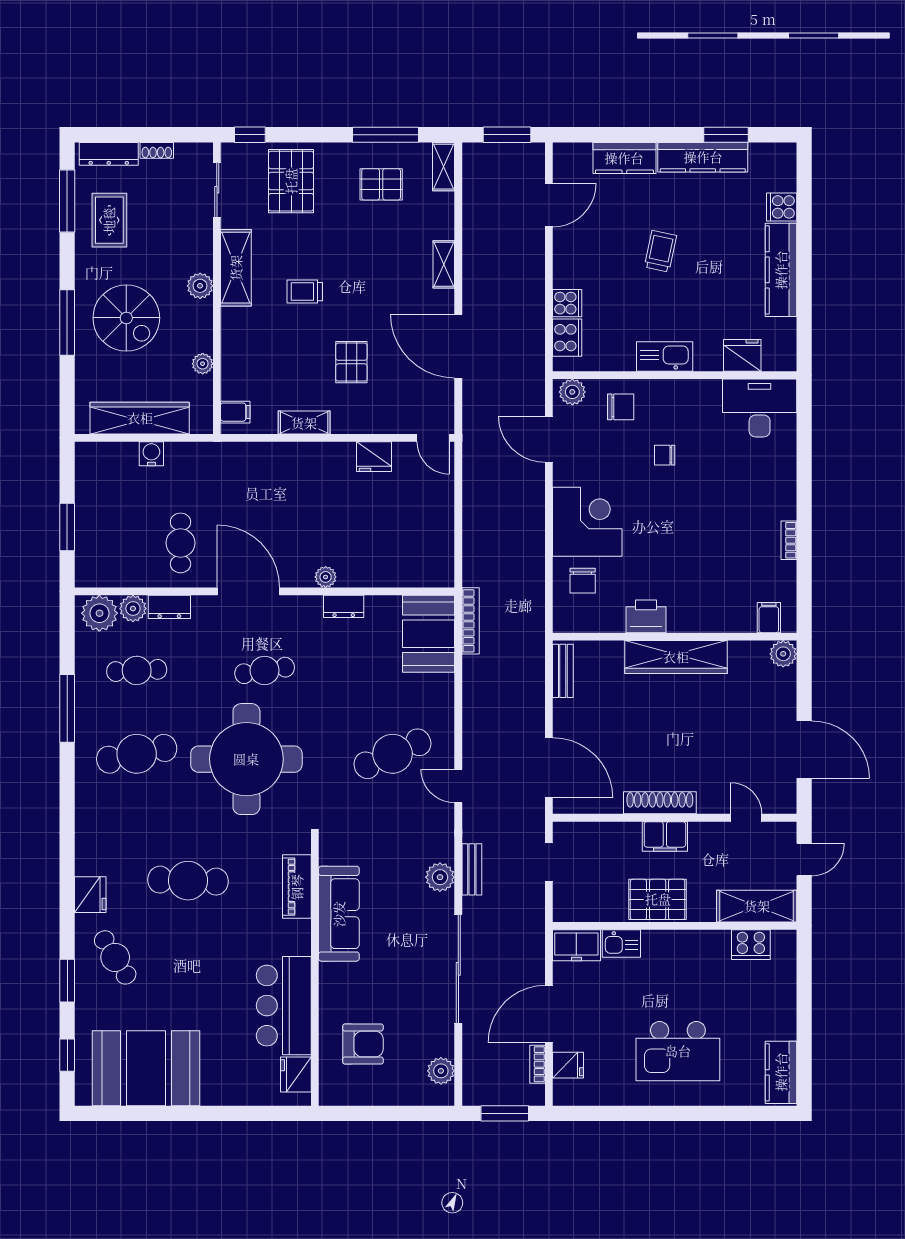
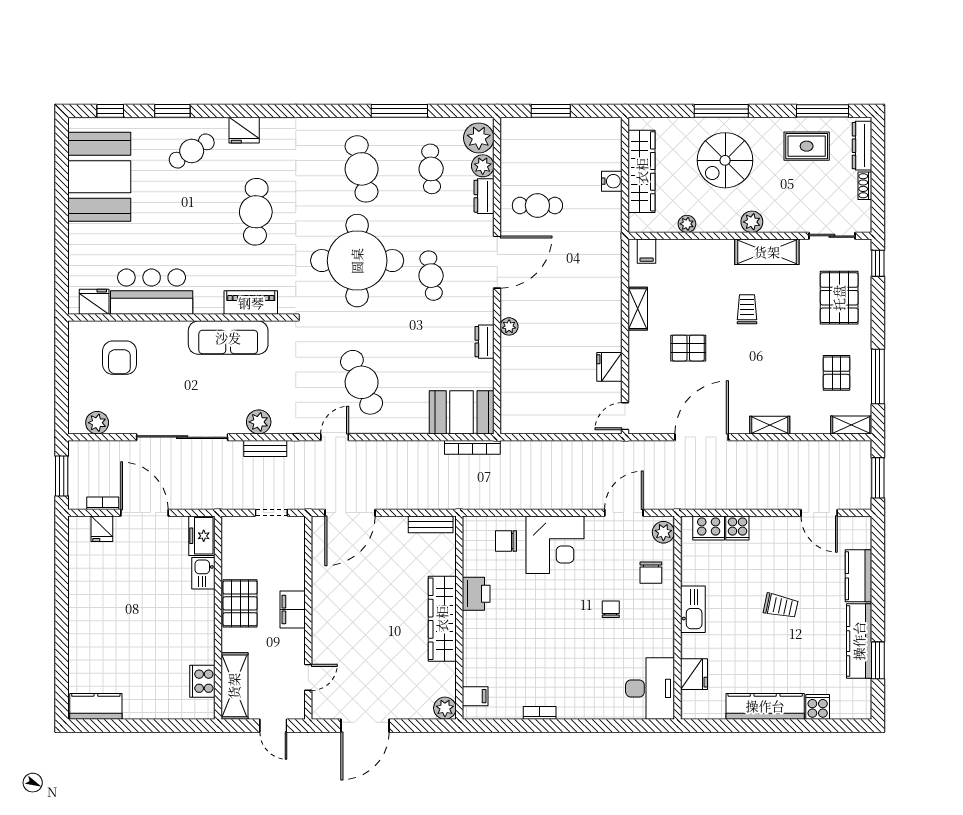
pallet: (291, 181) -> (839, 298), turned 90
shoe rack: (660, 803) -> (321, 605), removed
kitchen island: (678, 1051) -> (114, 620), removed

